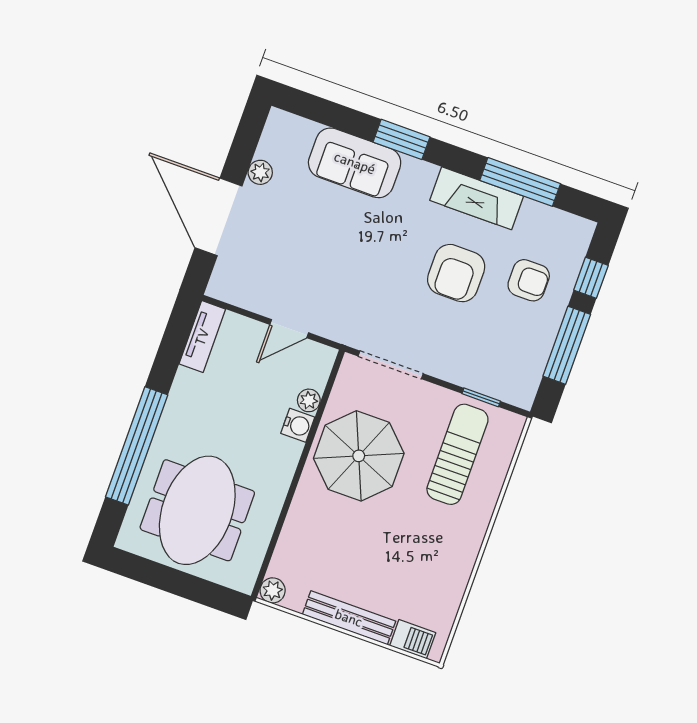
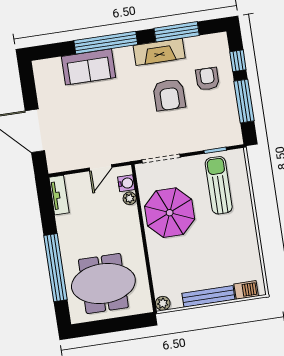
window: (402, 139) -> (106, 43), width x2.11
plant: (260, 172) -> (44, 97), removed
armchair: (529, 280) -> (207, 79), turned -90
water cooler: (298, 425) -> (126, 183), moved
meeting table: (197, 510) -> (103, 284), turned 90

